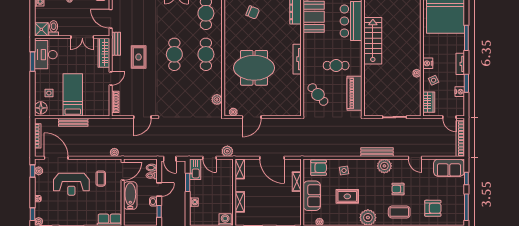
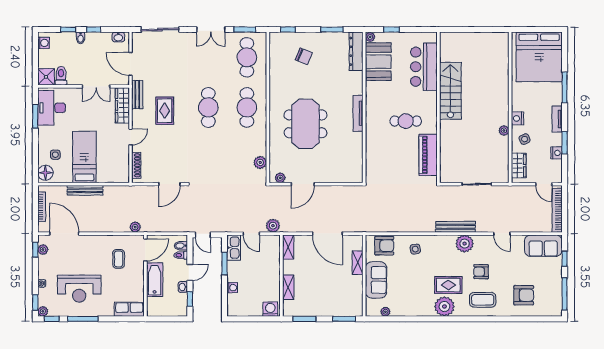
meeting table: (254, 68) -> (305, 124), turned 90
cafe table: (318, 95) -> (383, 156), removed
reception desk: (71, 184) -> (79, 289), moved
rug: (347, 196) -> (448, 285), moved

